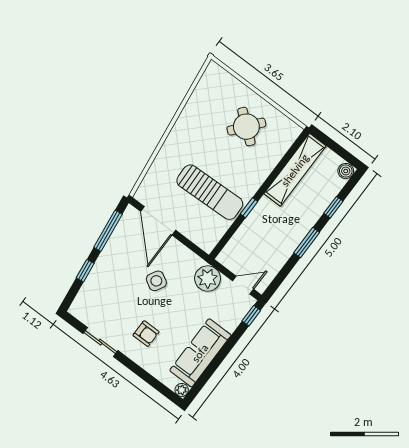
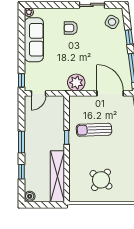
sun lounger: (210, 192) -> (94, 130), width x0.73, depth x0.75
plant: (208, 279) -> (76, 83), moved
side table: (156, 281) -> (112, 22), moved

